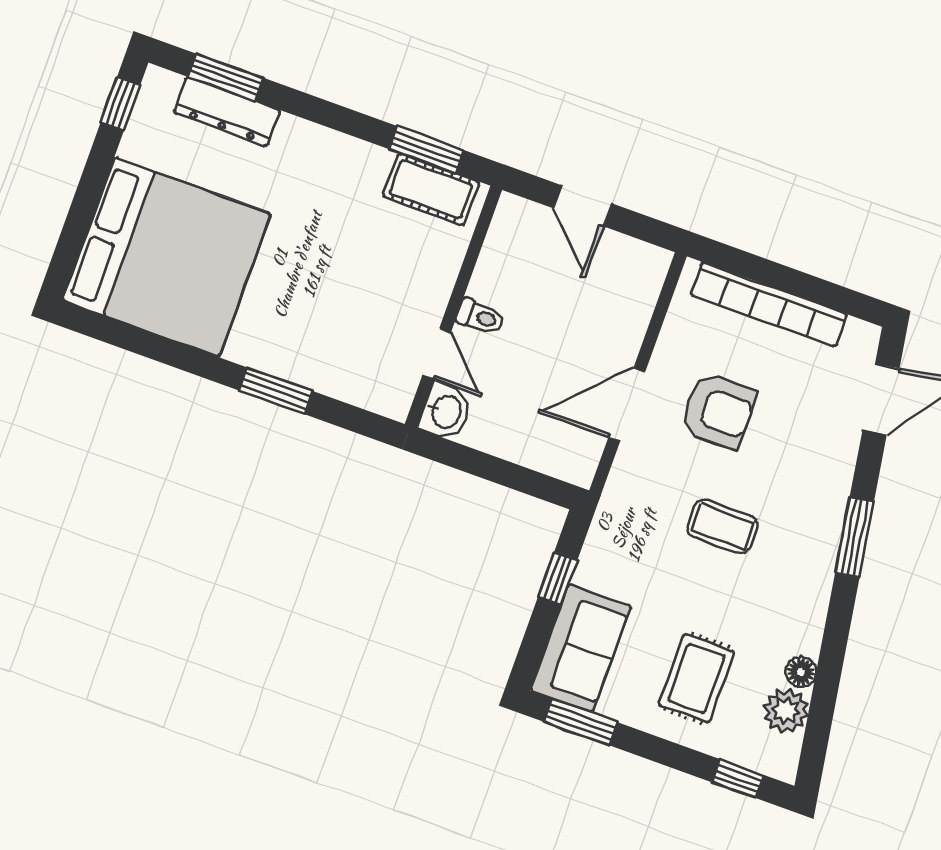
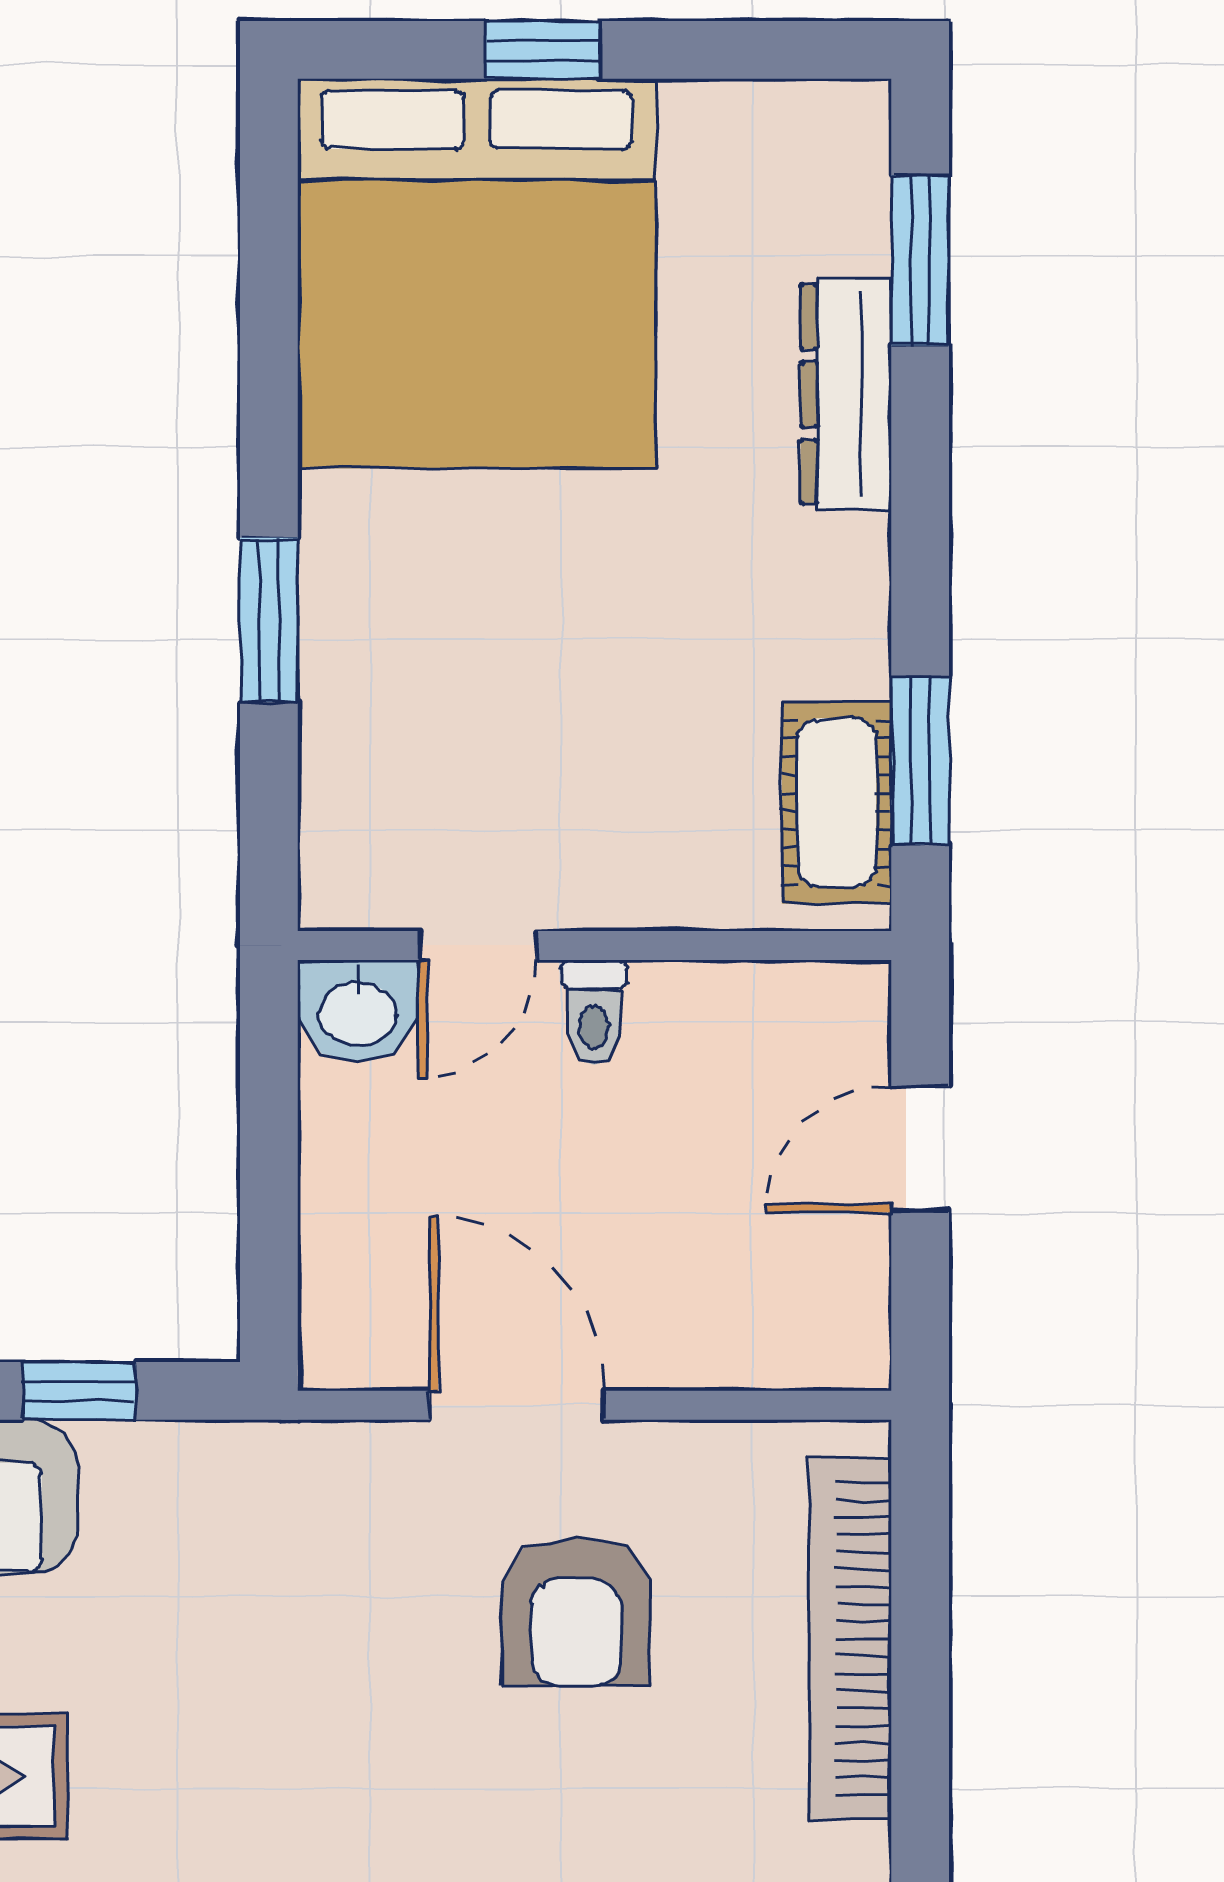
window: (120, 104) -> (543, 50), moved
dresser: (227, 111) -> (846, 394), moved
coffee table: (722, 526) -> (324, 1713), removed

